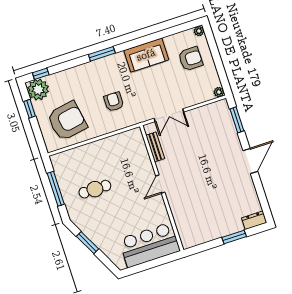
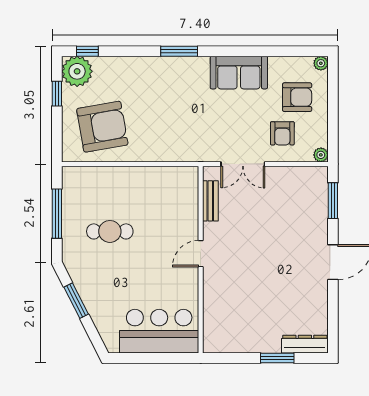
armchair: (114, 102) -> (282, 133), moved, turned 180
dresser: (254, 220) -> (305, 344), width x1.44

